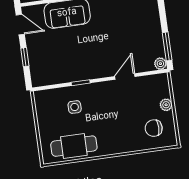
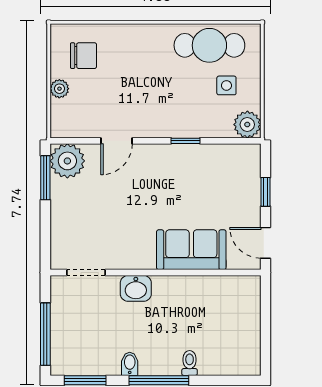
plant: (160, 64) -> (67, 161), width x1.88, depth x1.88
plant: (43, 99) -> (247, 125), added
side table: (75, 107) -> (226, 85), moved

